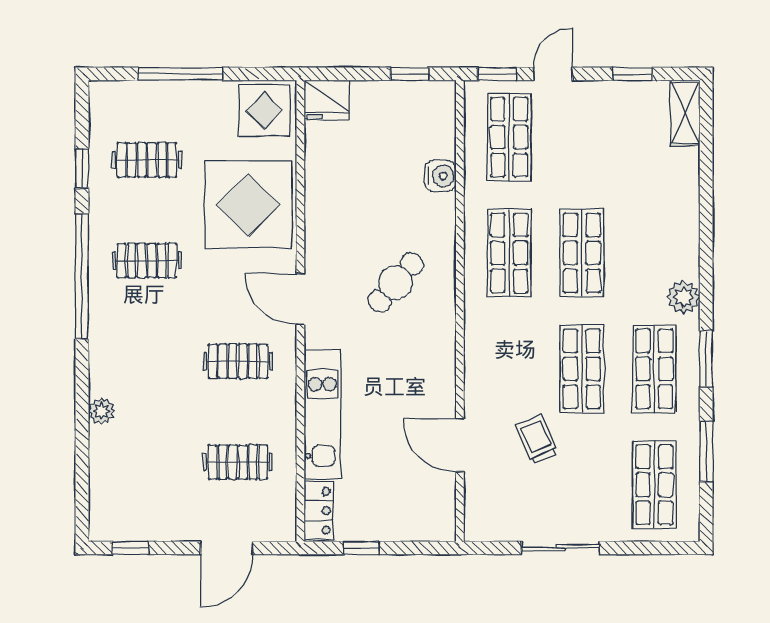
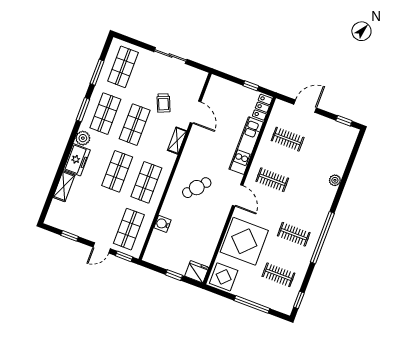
window: (410, 74) -> (174, 275), moved
shelving: (685, 113) -> (64, 186), moved
window: (82, 168) -> (299, 300), moved
freezer: (679, 245) -> (77, 160), added
shelving: (477, 369) -> (177, 141), added

